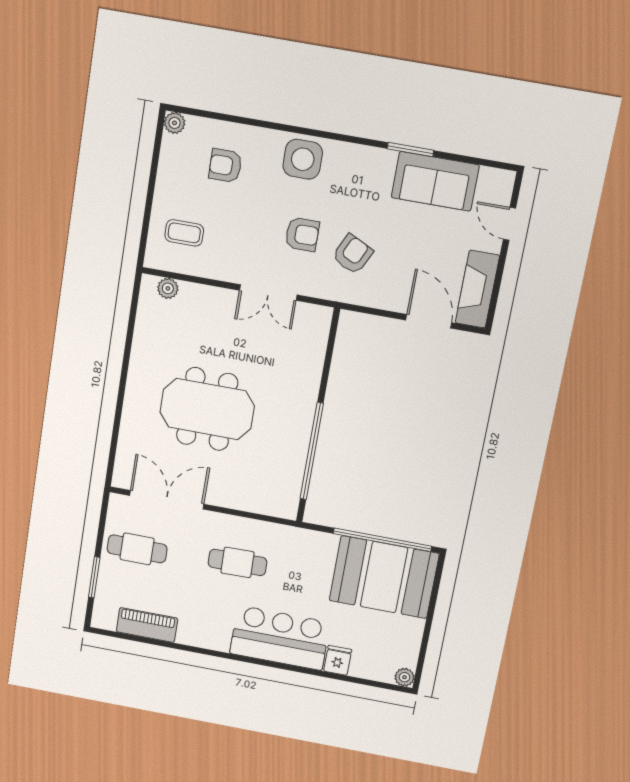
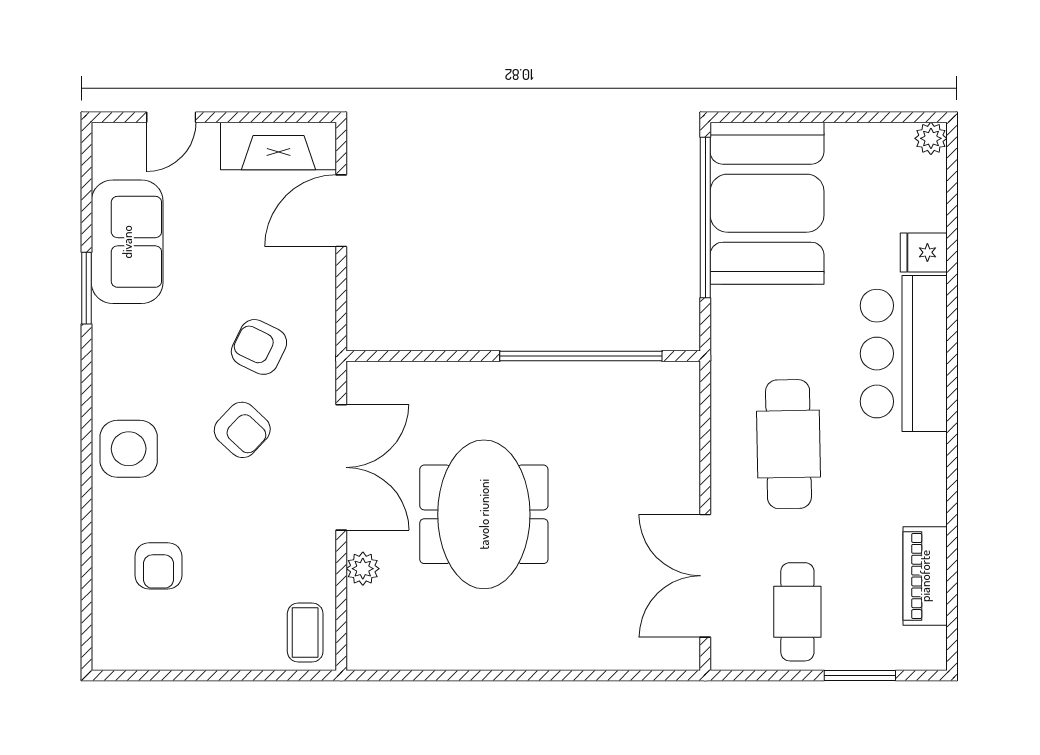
plant: (175, 123) -> (108, 654), removed
coffee table: (184, 233) -> (305, 633), moved
armchair: (302, 234) -> (242, 430), turned 133
plant: (168, 288) -> (363, 569), moved
double door: (268, 293) -> (341, 467), width x1.37
meeting table: (207, 409) -> (484, 514), moved
cafe table: (237, 562) -> (788, 444), width x1.37, depth x1.35

